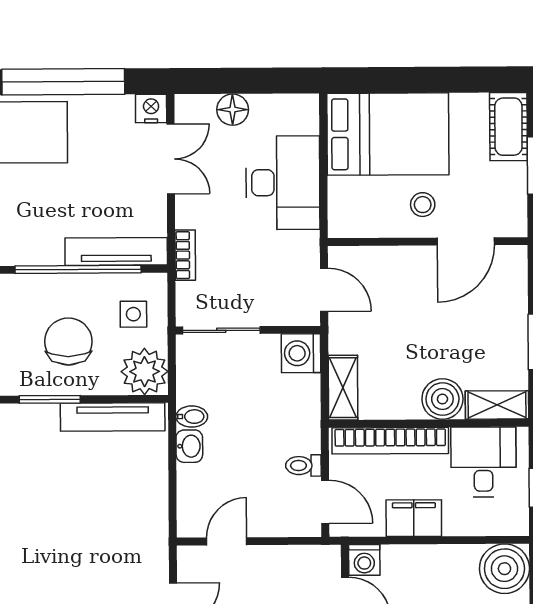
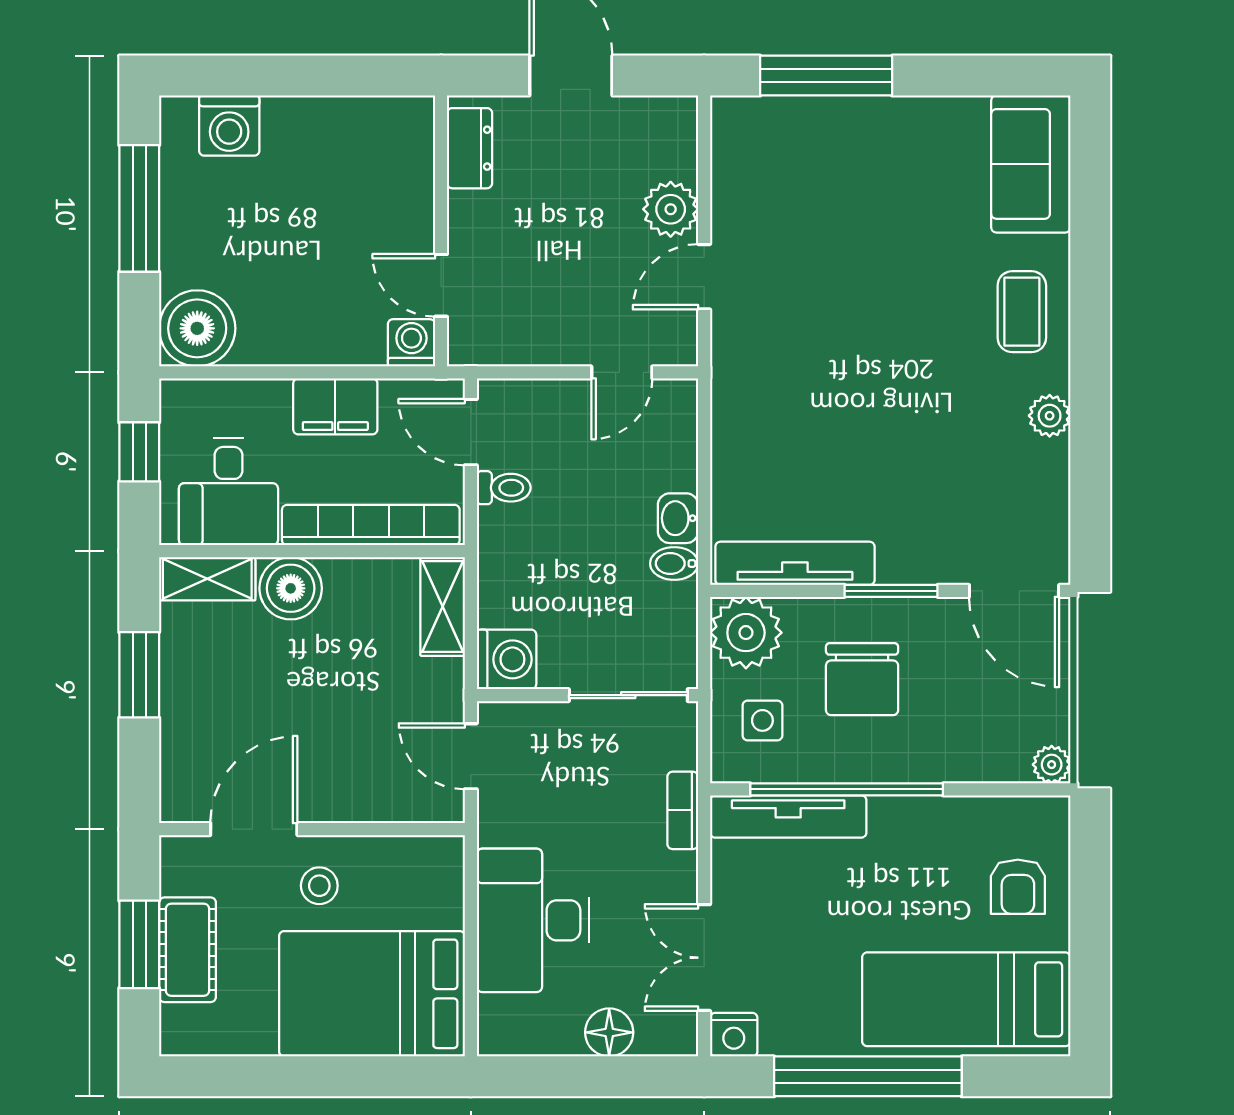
cot: (508, 127) -> (187, 950), moved

